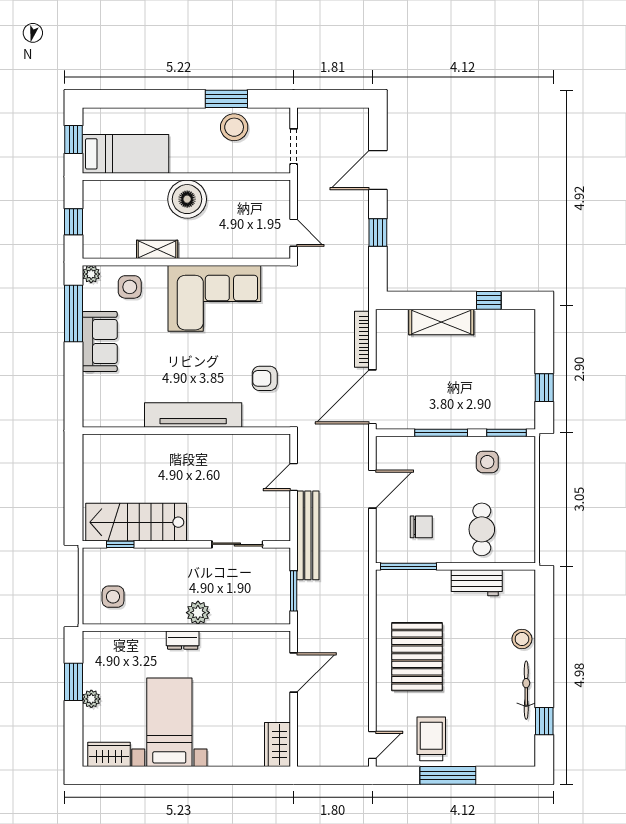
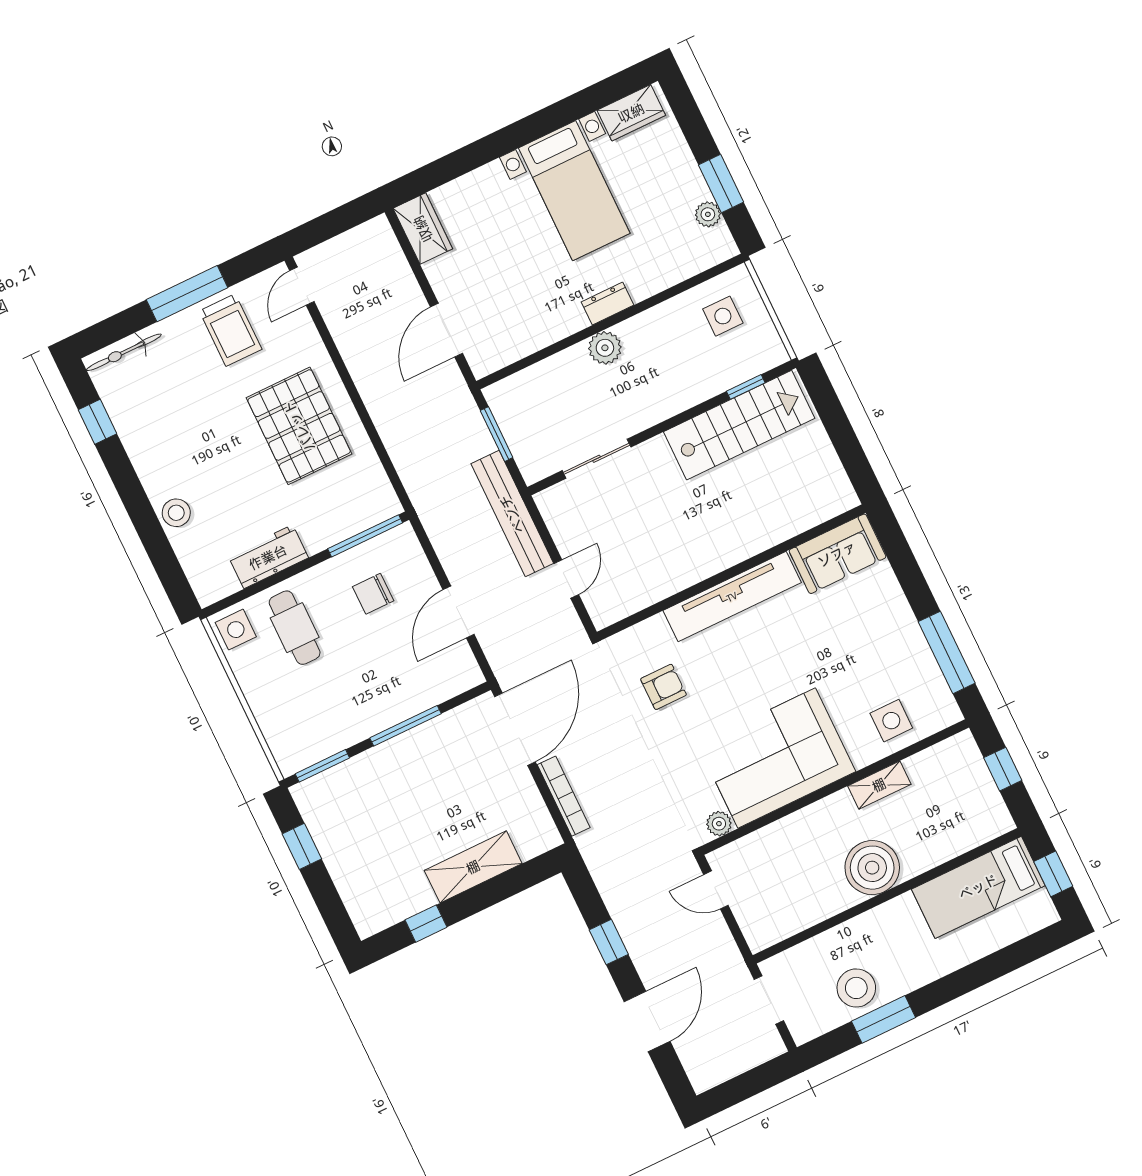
plant: (91, 274) -> (719, 824), moved
sofa: (100, 342) -> (837, 554), moved, turned -90
side table: (487, 462) -> (236, 630), moved
bicycle: (526, 690) -> (124, 352), moved, turned 90
plant: (91, 699) -> (708, 214), moved

